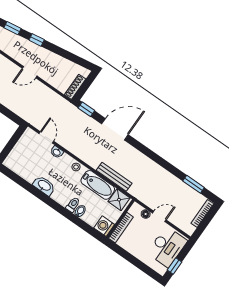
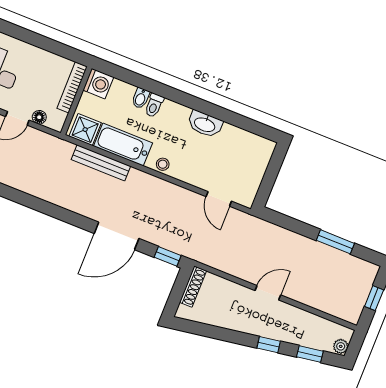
washbasin: (57, 152) -> (198, 180), removed

